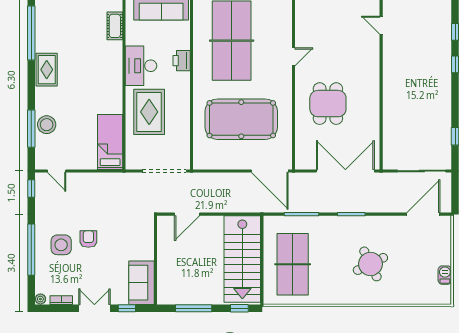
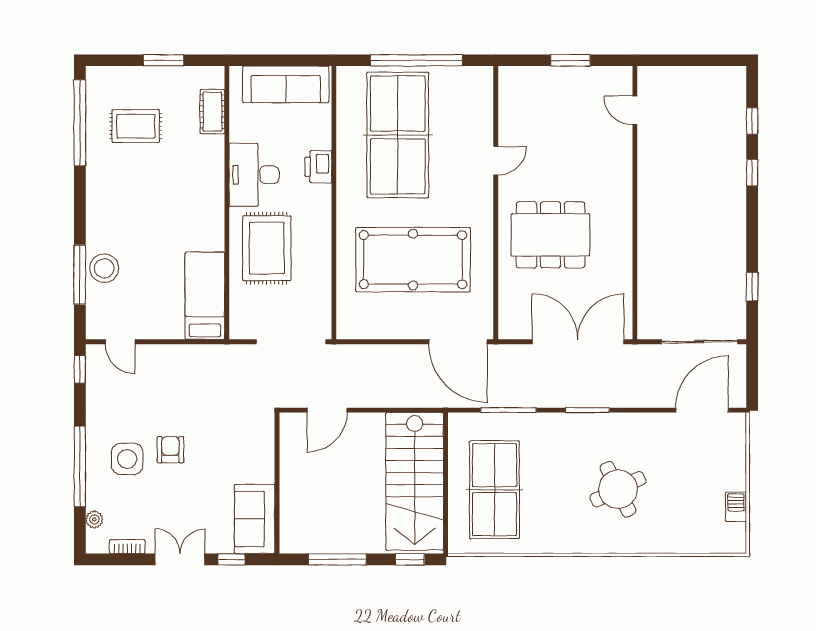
rug: (47, 70) -> (136, 126), moved, turned 90
dining table: (328, 104) -> (551, 235), width x1.38
plant: (40, 299) -> (94, 519), moved

